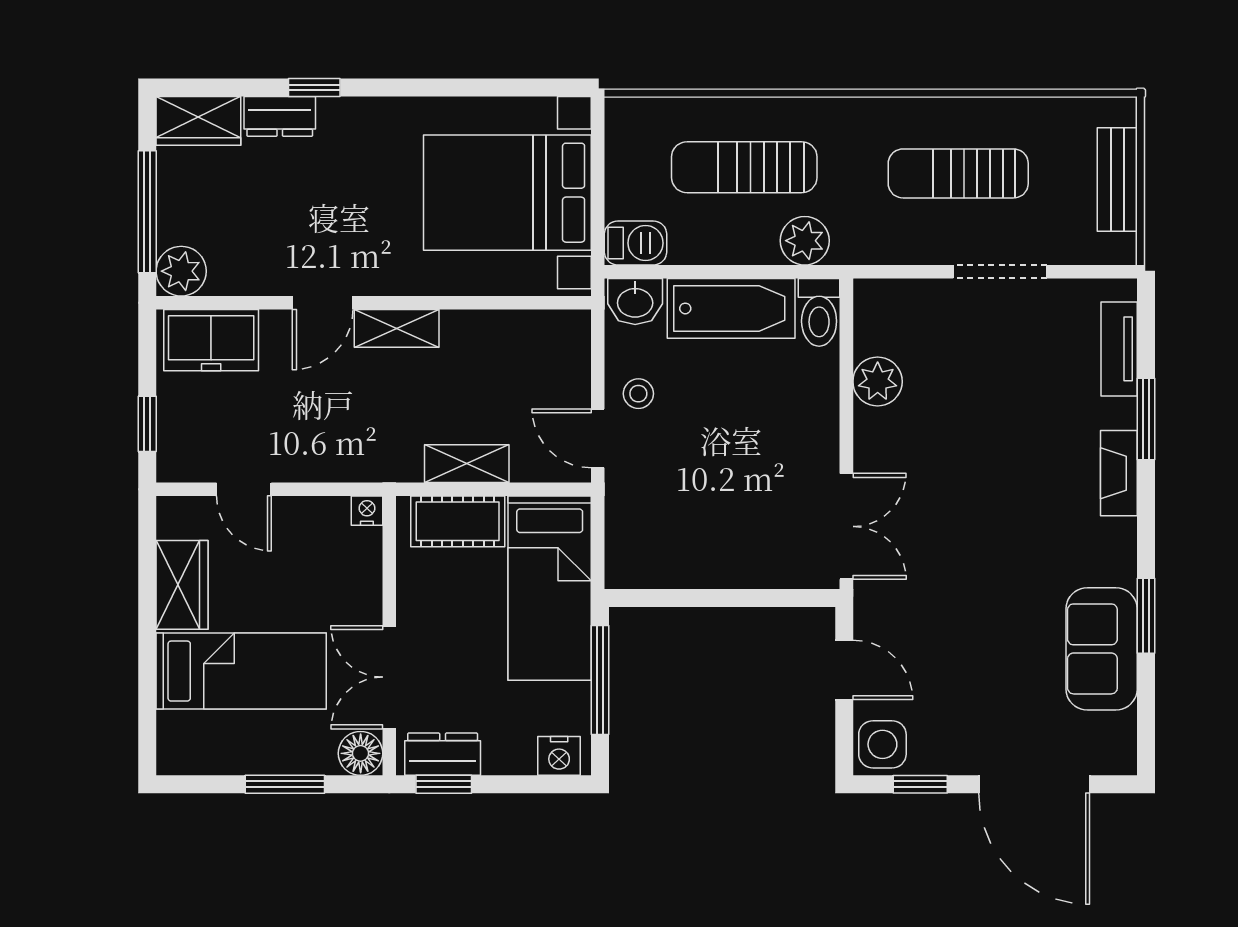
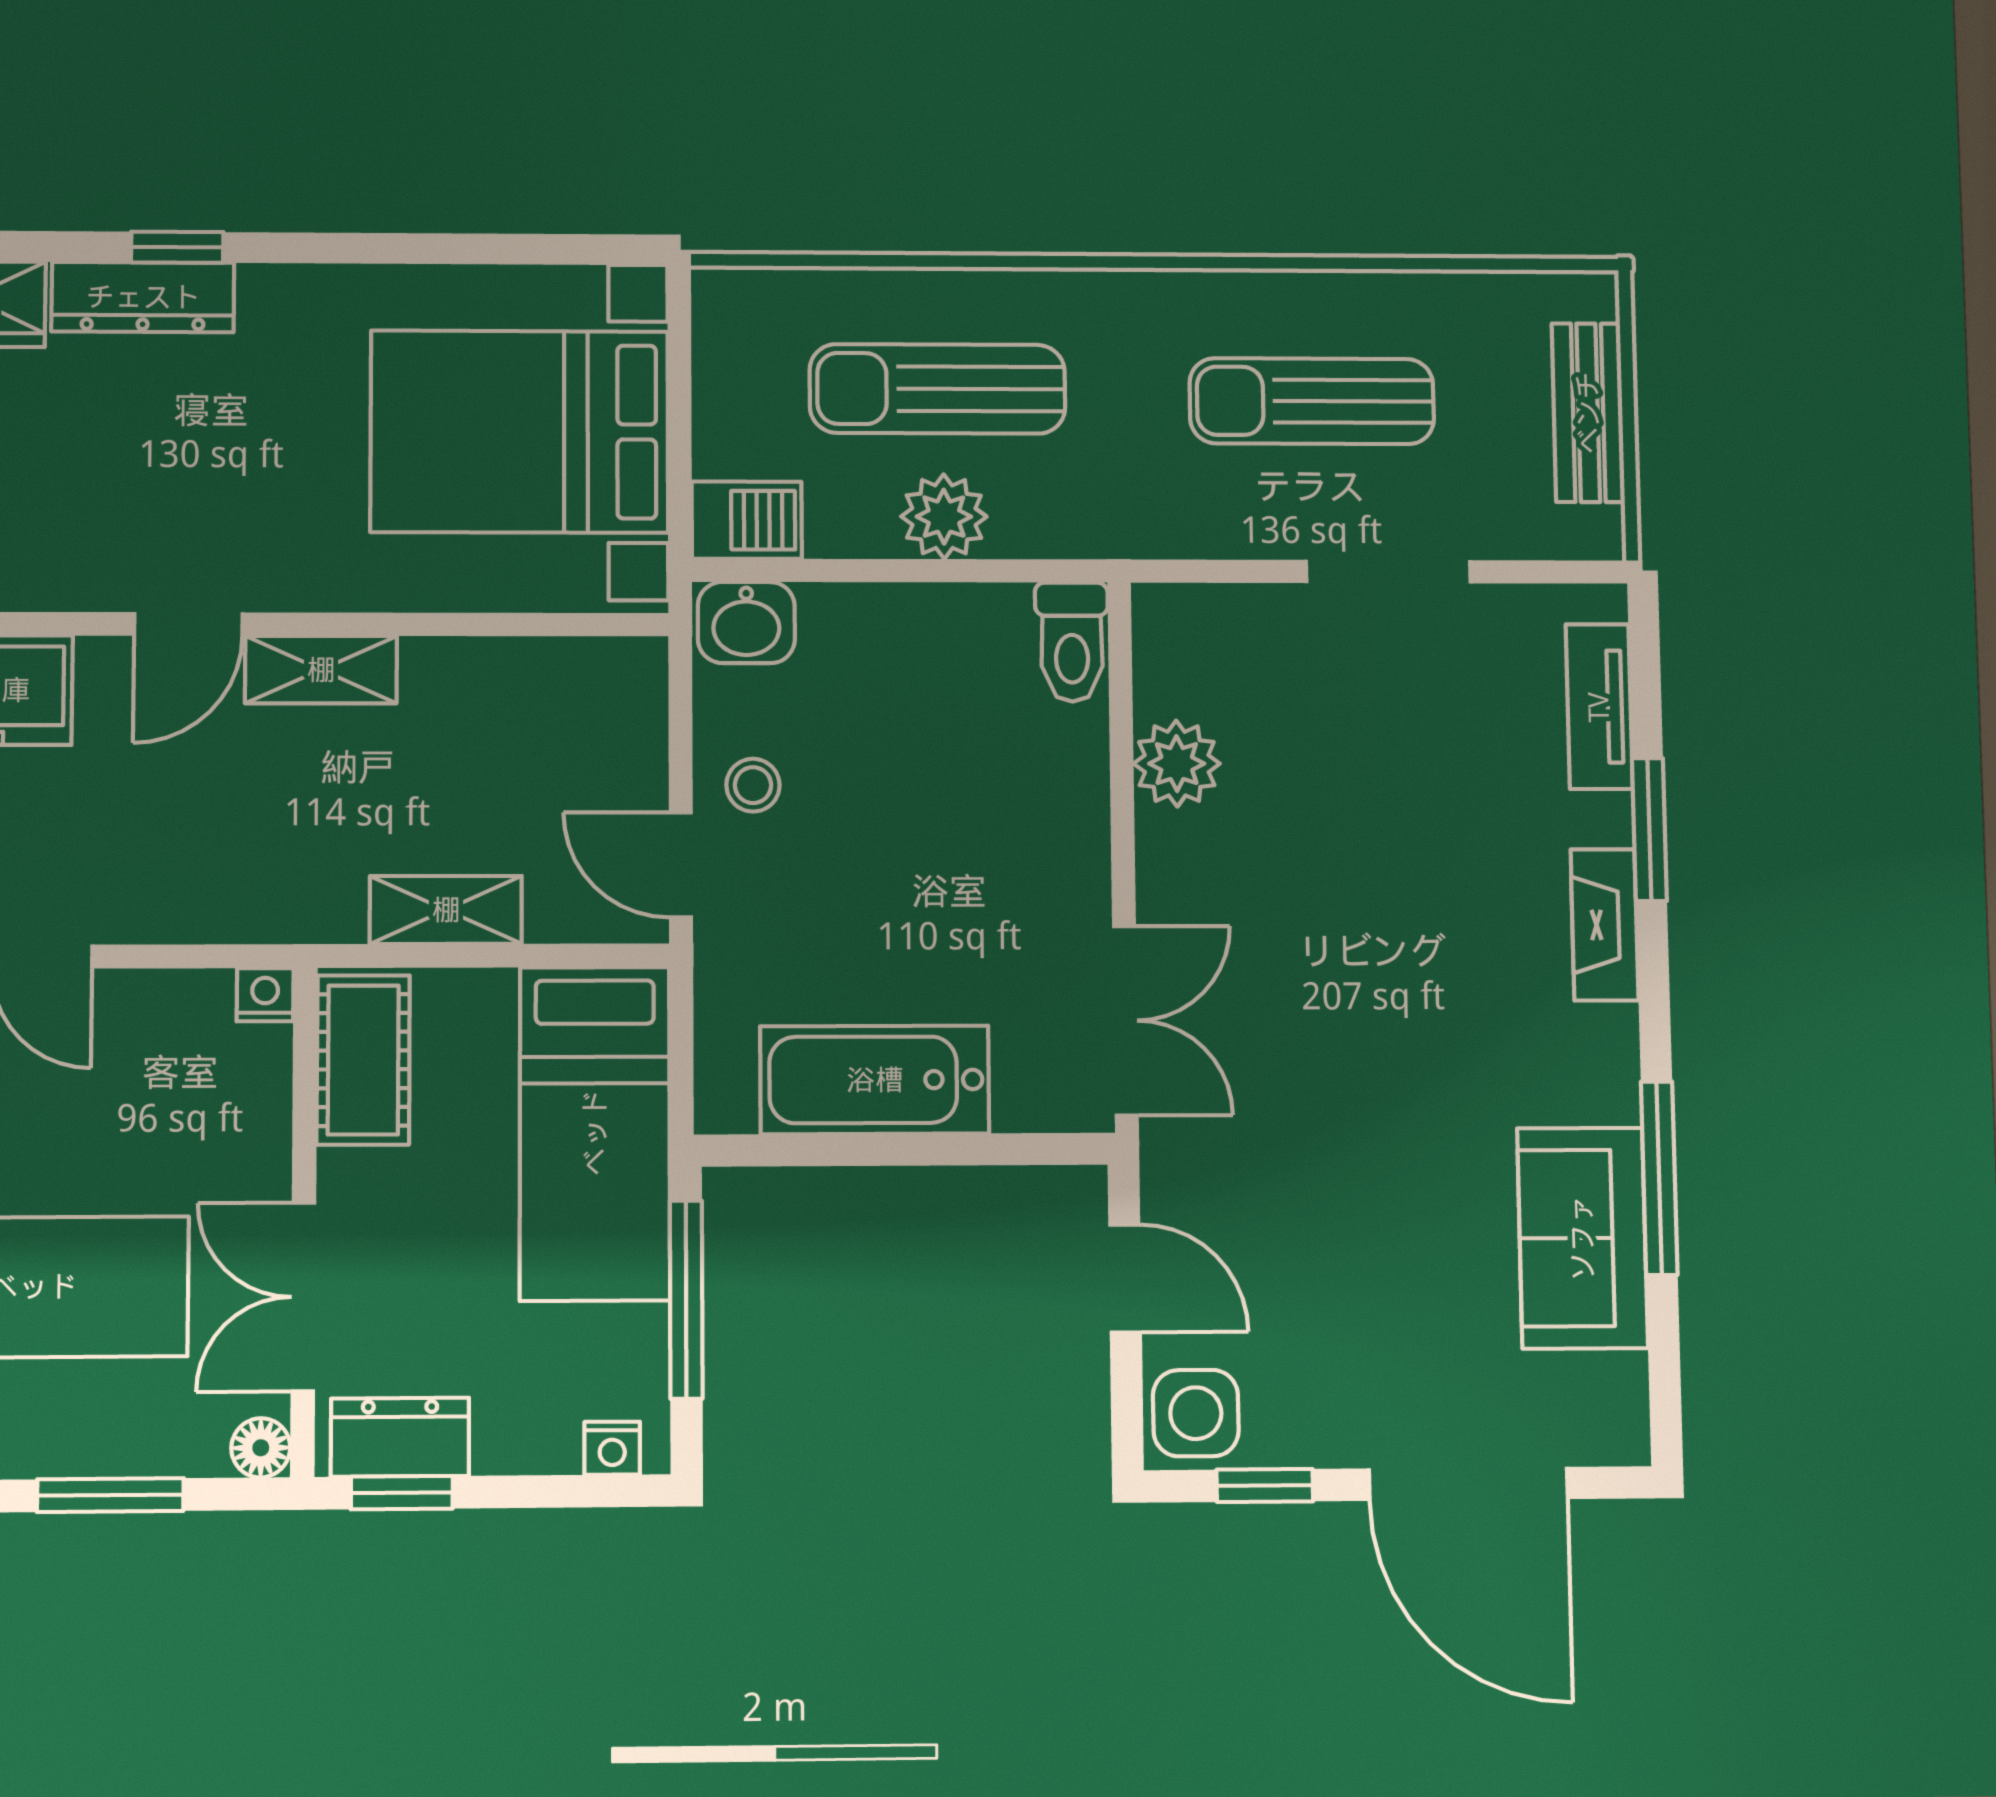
dresser: (280, 116) -> (143, 297), width x1.44
plant: (805, 241) -> (944, 517), moved
bathtub: (731, 308) -> (875, 1080), moved, turned 180
cot: (458, 521) -> (363, 1060), moved, turned 90
window: (1146, 616) -> (1659, 1178), width x1.44
floor lamp: (361, 753) -> (261, 1448), width x0.73, depth x0.73
nightstand: (559, 756) -> (612, 1448), width x0.72, depth x0.74

